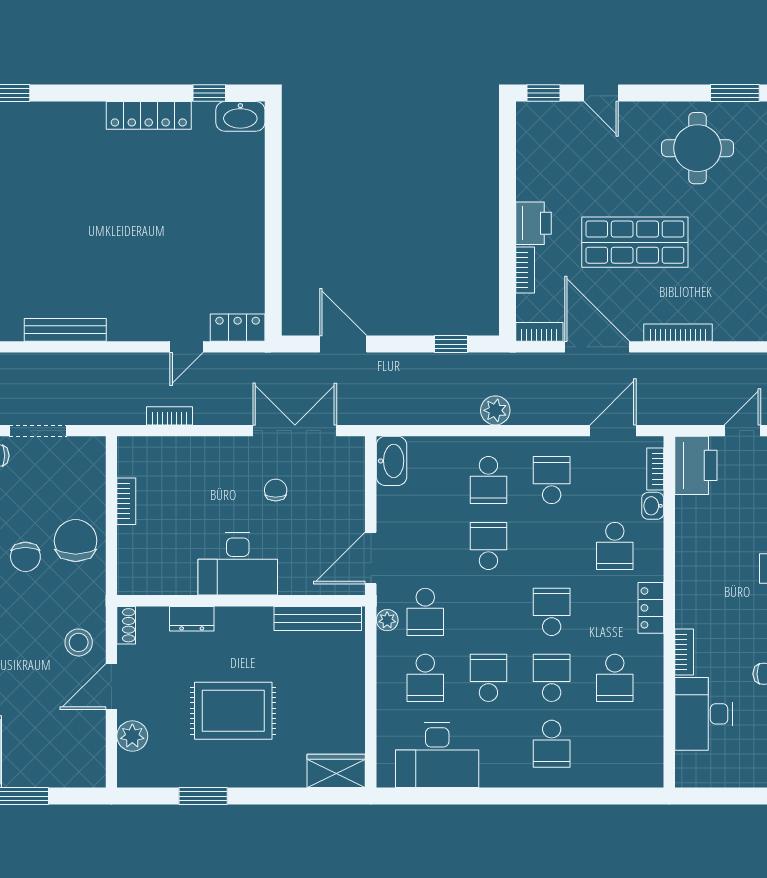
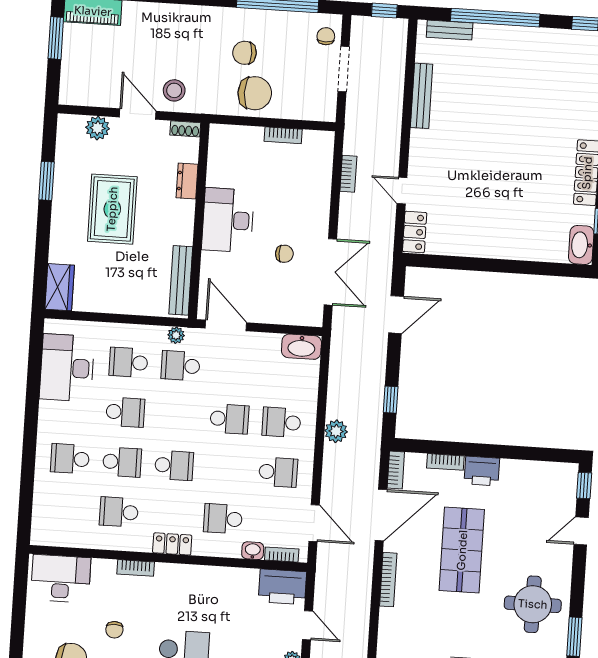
desk: (704, 714) -> (61, 579), moved

